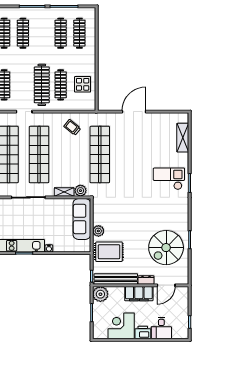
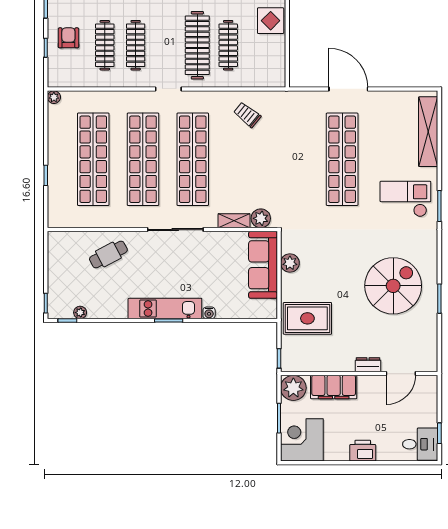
display table: (83, 84) -> (271, 21), moved
door: (134, 112) -> (348, 89), hinge flipped
shelving: (183, 138) -> (428, 132), width x1.47
shop shelf: (100, 155) -> (342, 159), moved
plant: (98, 231) -> (290, 263), moved
spiral stairs: (166, 248) -> (393, 286), moved, turned 180
bench: (116, 279) -> (318, 363), removed
filing cabinet: (139, 294) -> (334, 387), moved
corner desk: (121, 326) -> (302, 440), moved
desk: (161, 328) -> (420, 444), moved, turned -90

